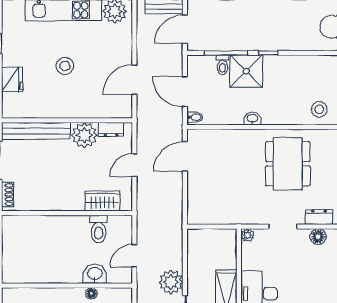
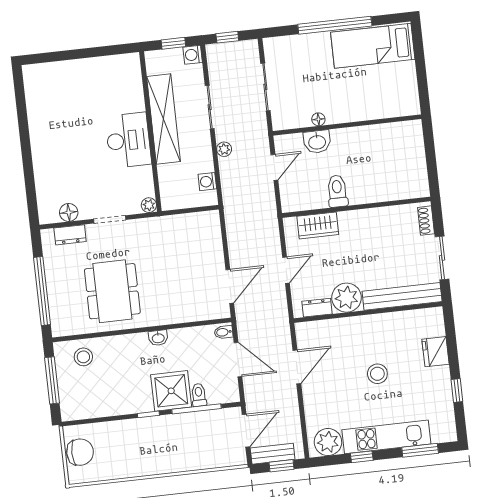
toilet: (99, 229) -> (337, 191), moved
washing machine: (194, 250) -> (207, 182), added
plant: (171, 282) -> (224, 149), width x0.53, depth x0.53

